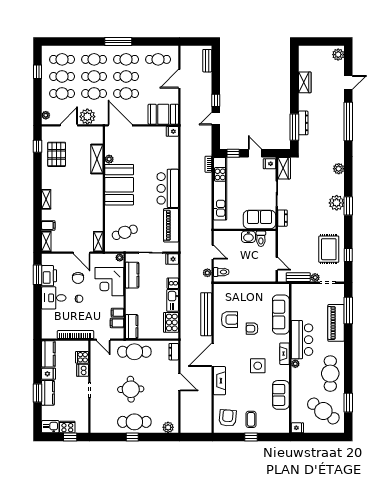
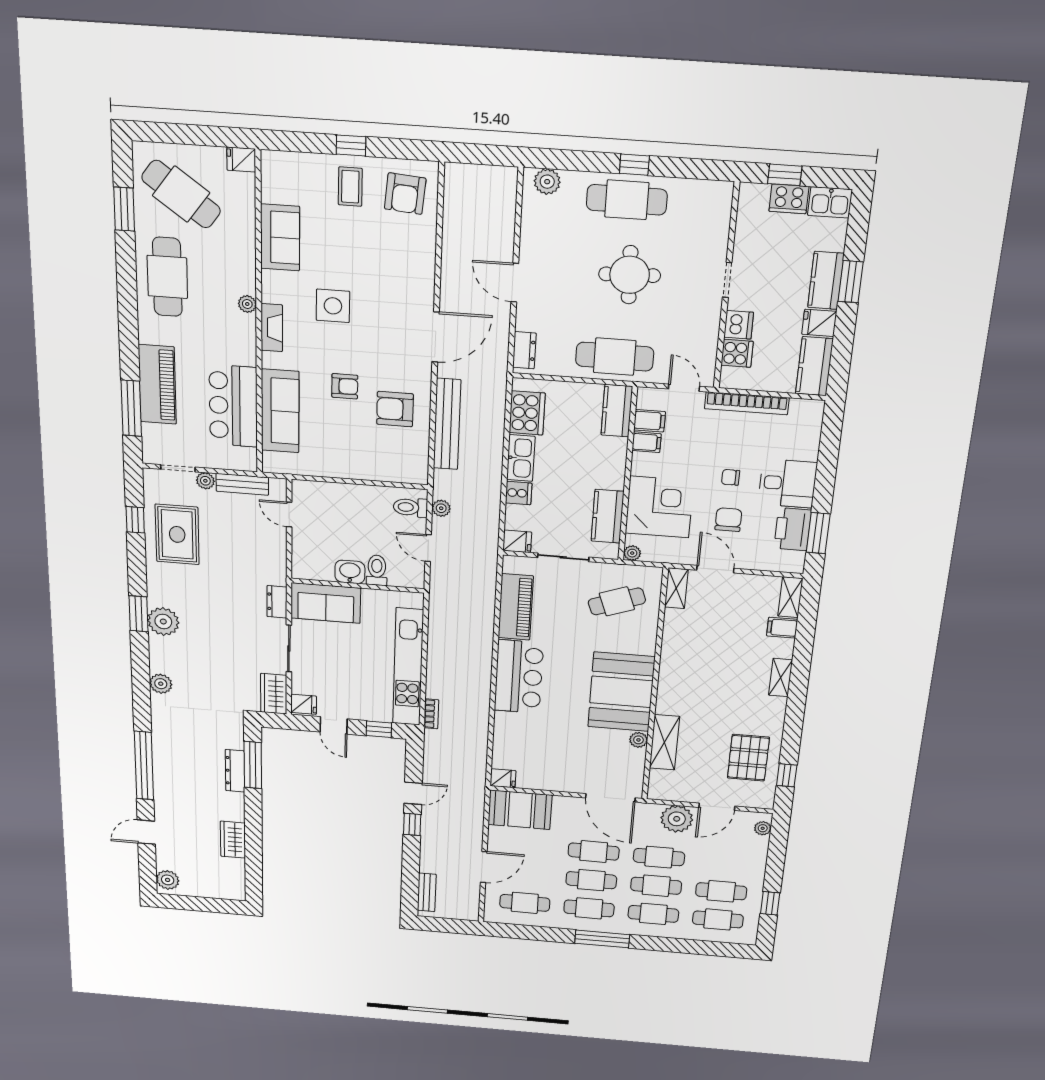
cafe table: (62, 93) -> (725, 863), removed
toilet: (261, 239) -> (377, 570), moved
bar counter: (302, 340) -> (233, 406), moved
fireplace: (219, 381) -> (422, 279), removed

